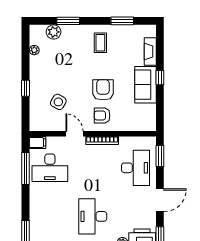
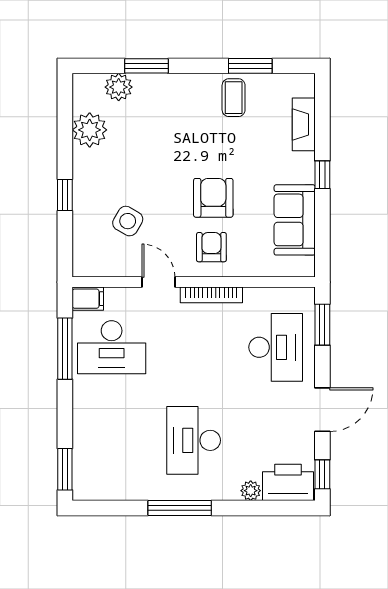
coffee table: (100, 43) -> (234, 98), moved
plant: (34, 50) -> (90, 130), width x1.87, depth x1.87
sofa: (145, 85) -> (295, 220), moved
armchair: (102, 116) -> (211, 247), turned 90

